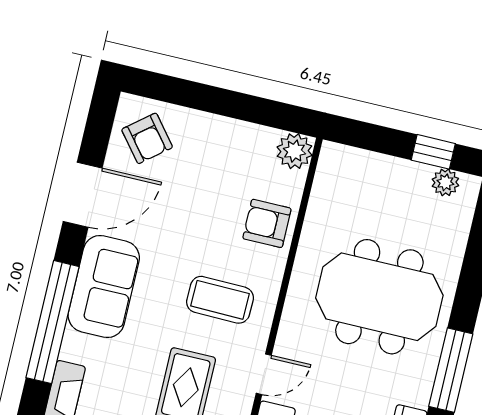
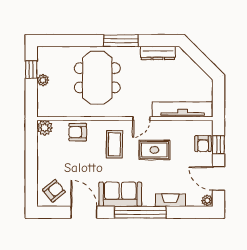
plant: (445, 182) -> (43, 80), moved
armchair: (267, 223) -> (78, 132), turned 90
door: (264, 374) -> (141, 119), swing flipped

